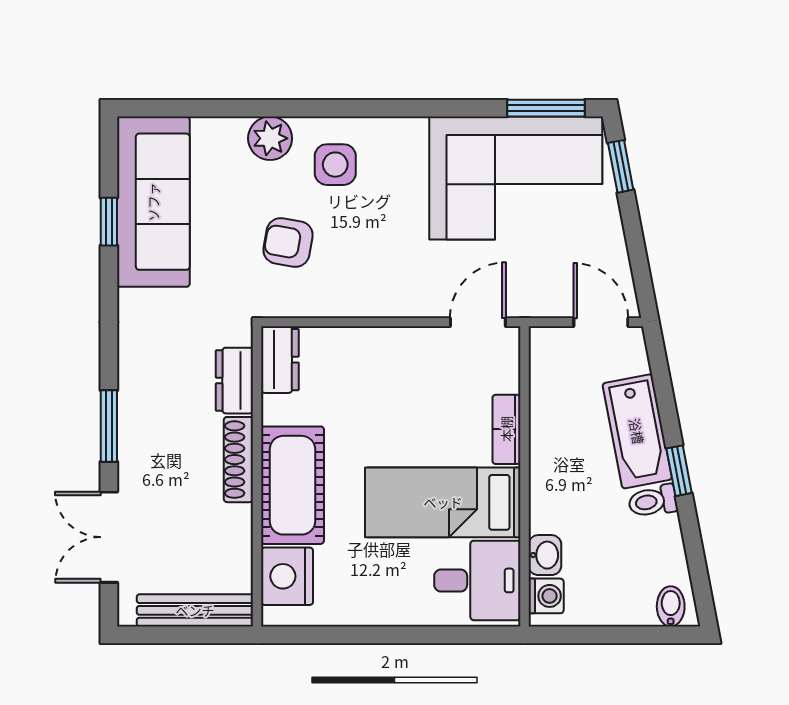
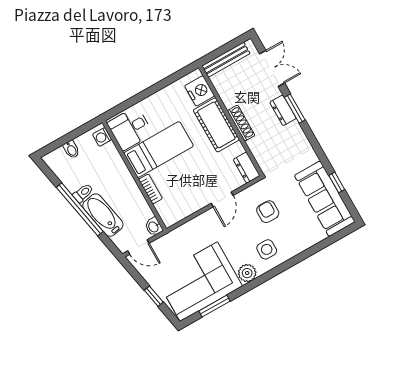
window: (546, 108) -> (214, 306), moved
plant: (270, 138) -> (247, 273), moved
window: (621, 166) -> (154, 296), moved
armchair: (288, 242) -> (268, 212), turned -100
door: (478, 322) -> (222, 199), moved
dresser: (234, 381) -> (283, 110), moved, turned 180
window: (679, 471) -> (80, 209), width x3.17
washbasin: (545, 555) -> (154, 227), moved
bidet: (671, 606) -> (71, 149), moved

